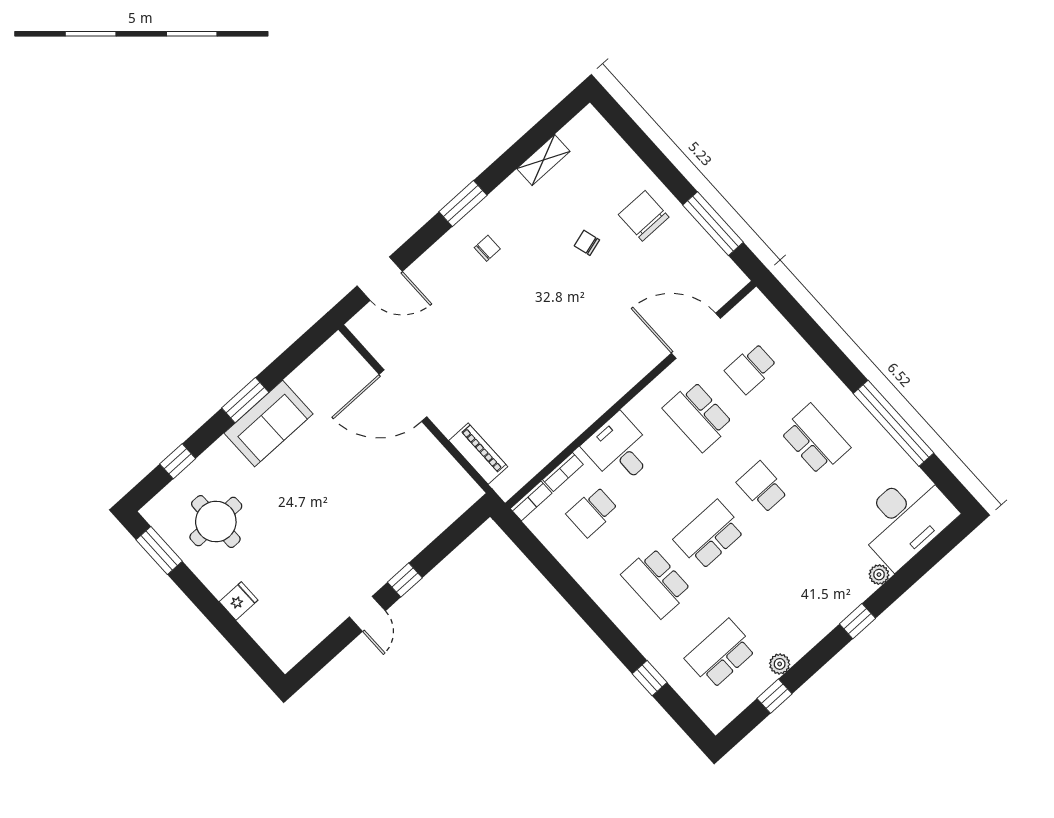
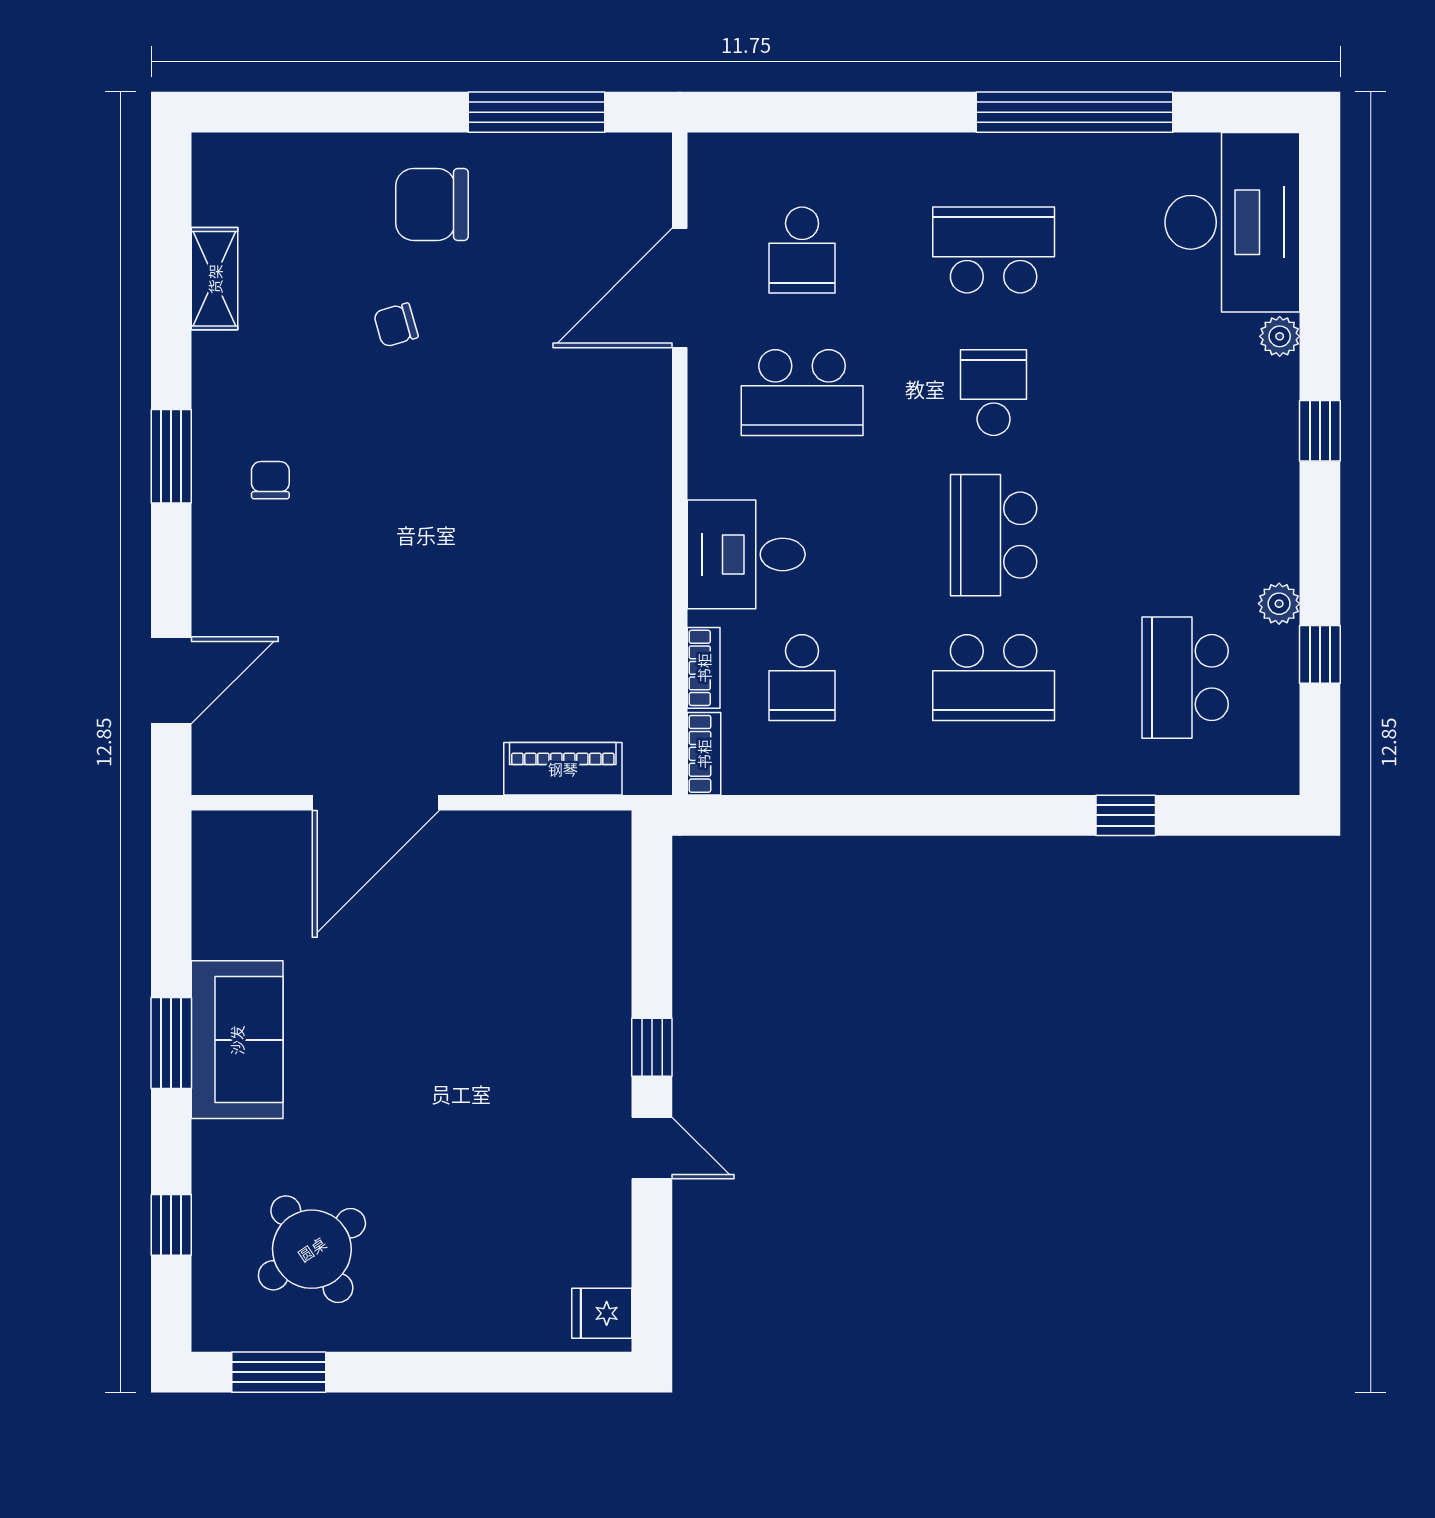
school desk: (762, 487) -> (994, 393), turned 90
round table: (216, 522) -> (312, 1249), turned -34
fridge: (239, 601) -> (602, 1313), moved, turned -90

